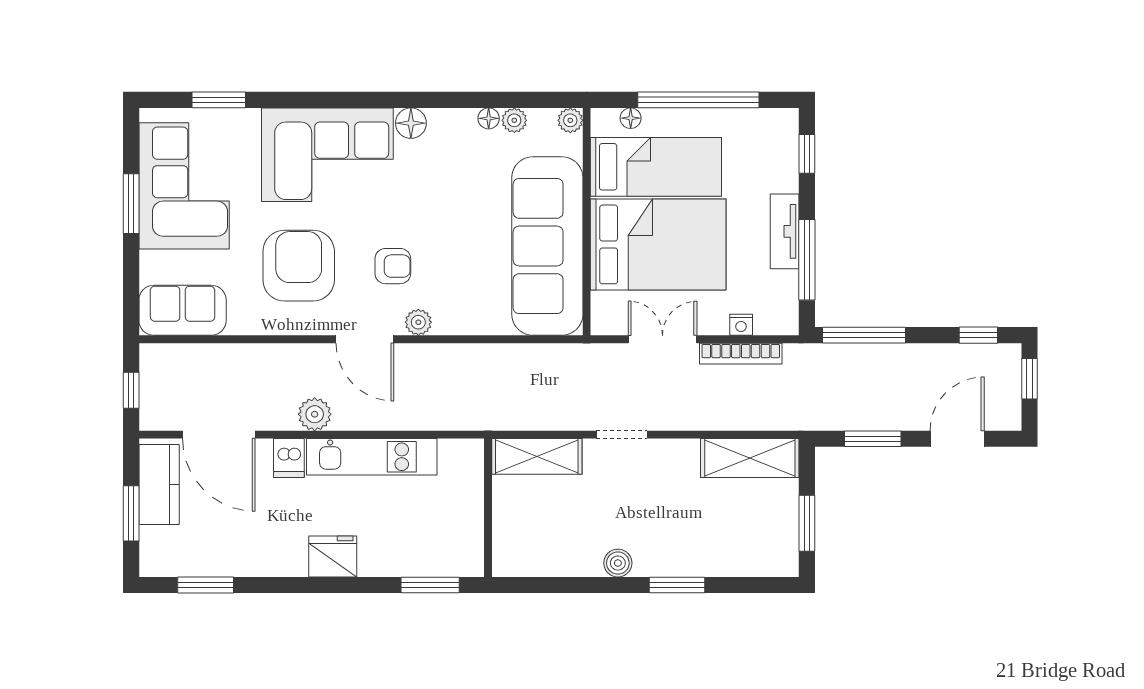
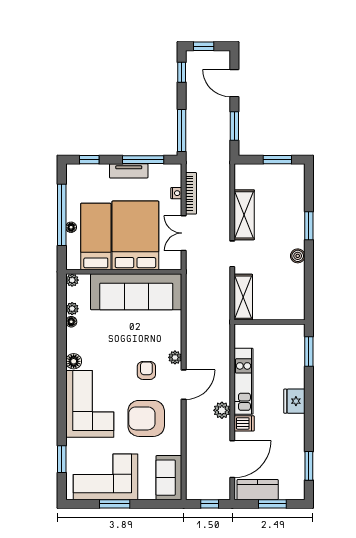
floor lamp: (631, 118) -> (71, 227), moved
shelving: (750, 458) -> (244, 215), moved

